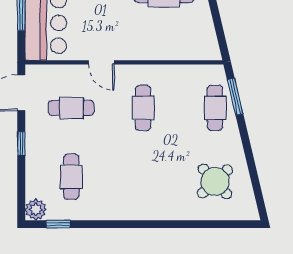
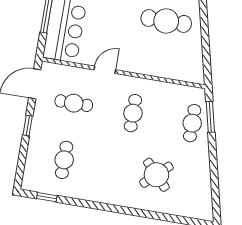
door: (101, 62) -> (105, 70), swing flipped
round table: (215, 181) -> (156, 175), moved
plant: (36, 210) -> (30, 182), removed

